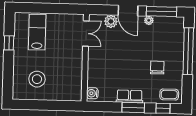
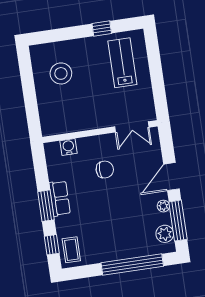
plant: (111, 21) -> (165, 234), moved
lab bench: (37, 32) -> (122, 63), turned -90
chair: (157, 68) -> (105, 170), moved
water cooler: (92, 93) -> (68, 147), moved

